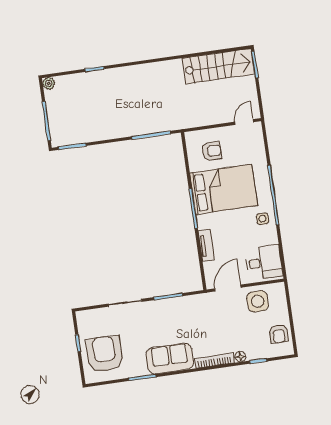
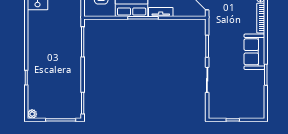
tv unit: (206, 245) -> (161, 12), moved
armchair: (104, 354) -> (244, 101), removed

